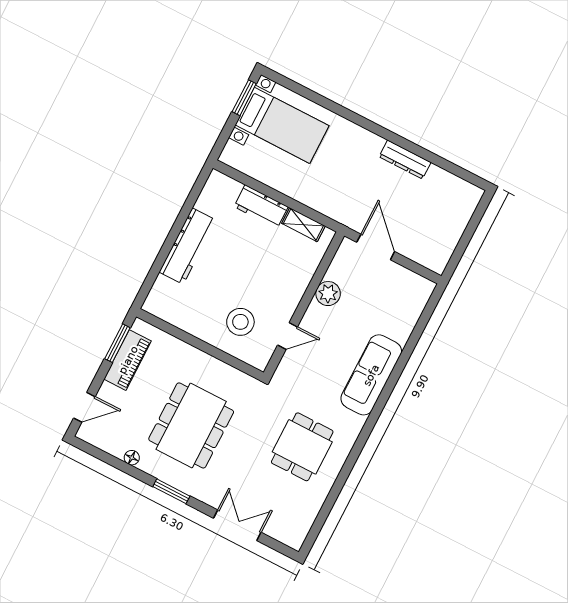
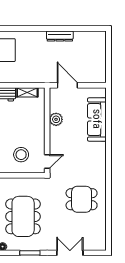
door: (288, 336) -> (47, 162), moved
sofa: (371, 375) -> (97, 119), moved
dining table: (302, 447) -> (82, 199), turned 90

